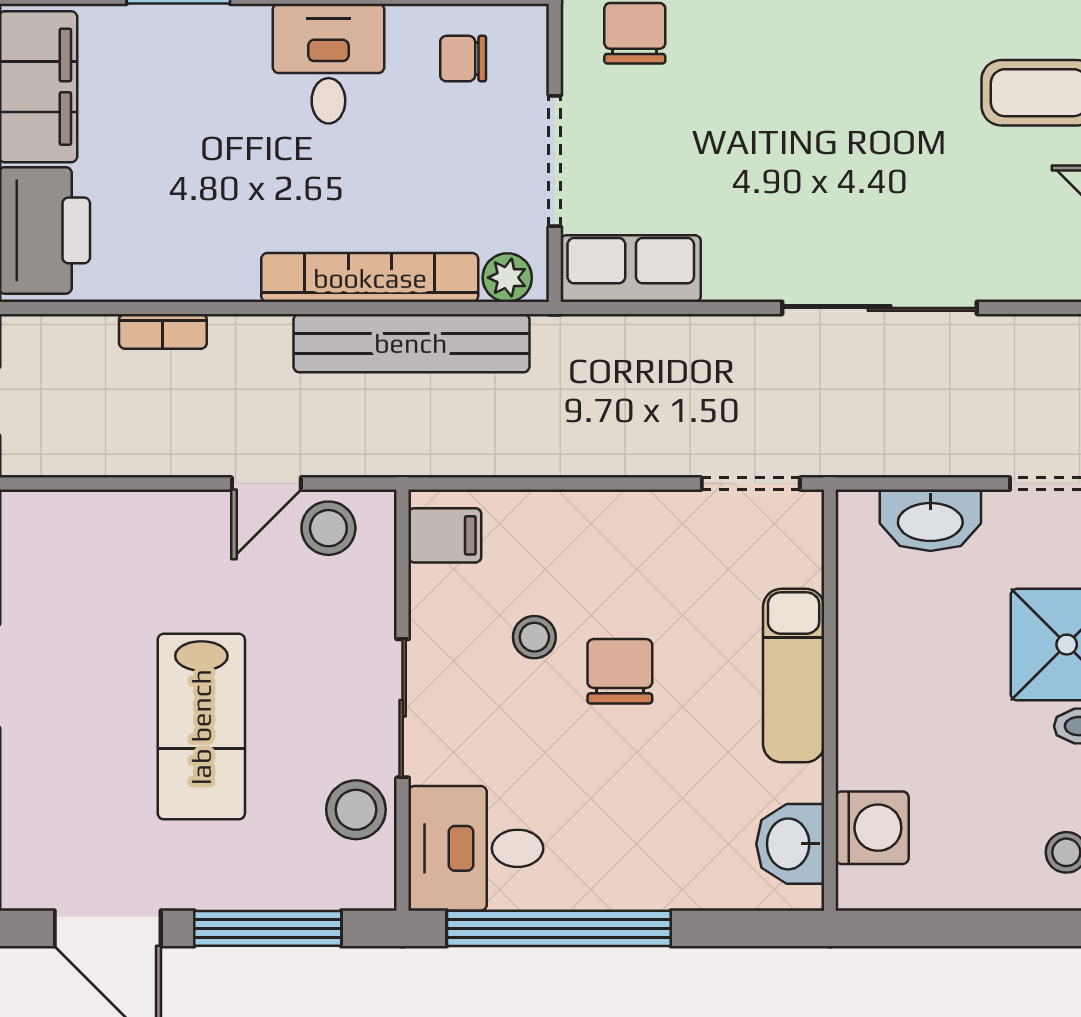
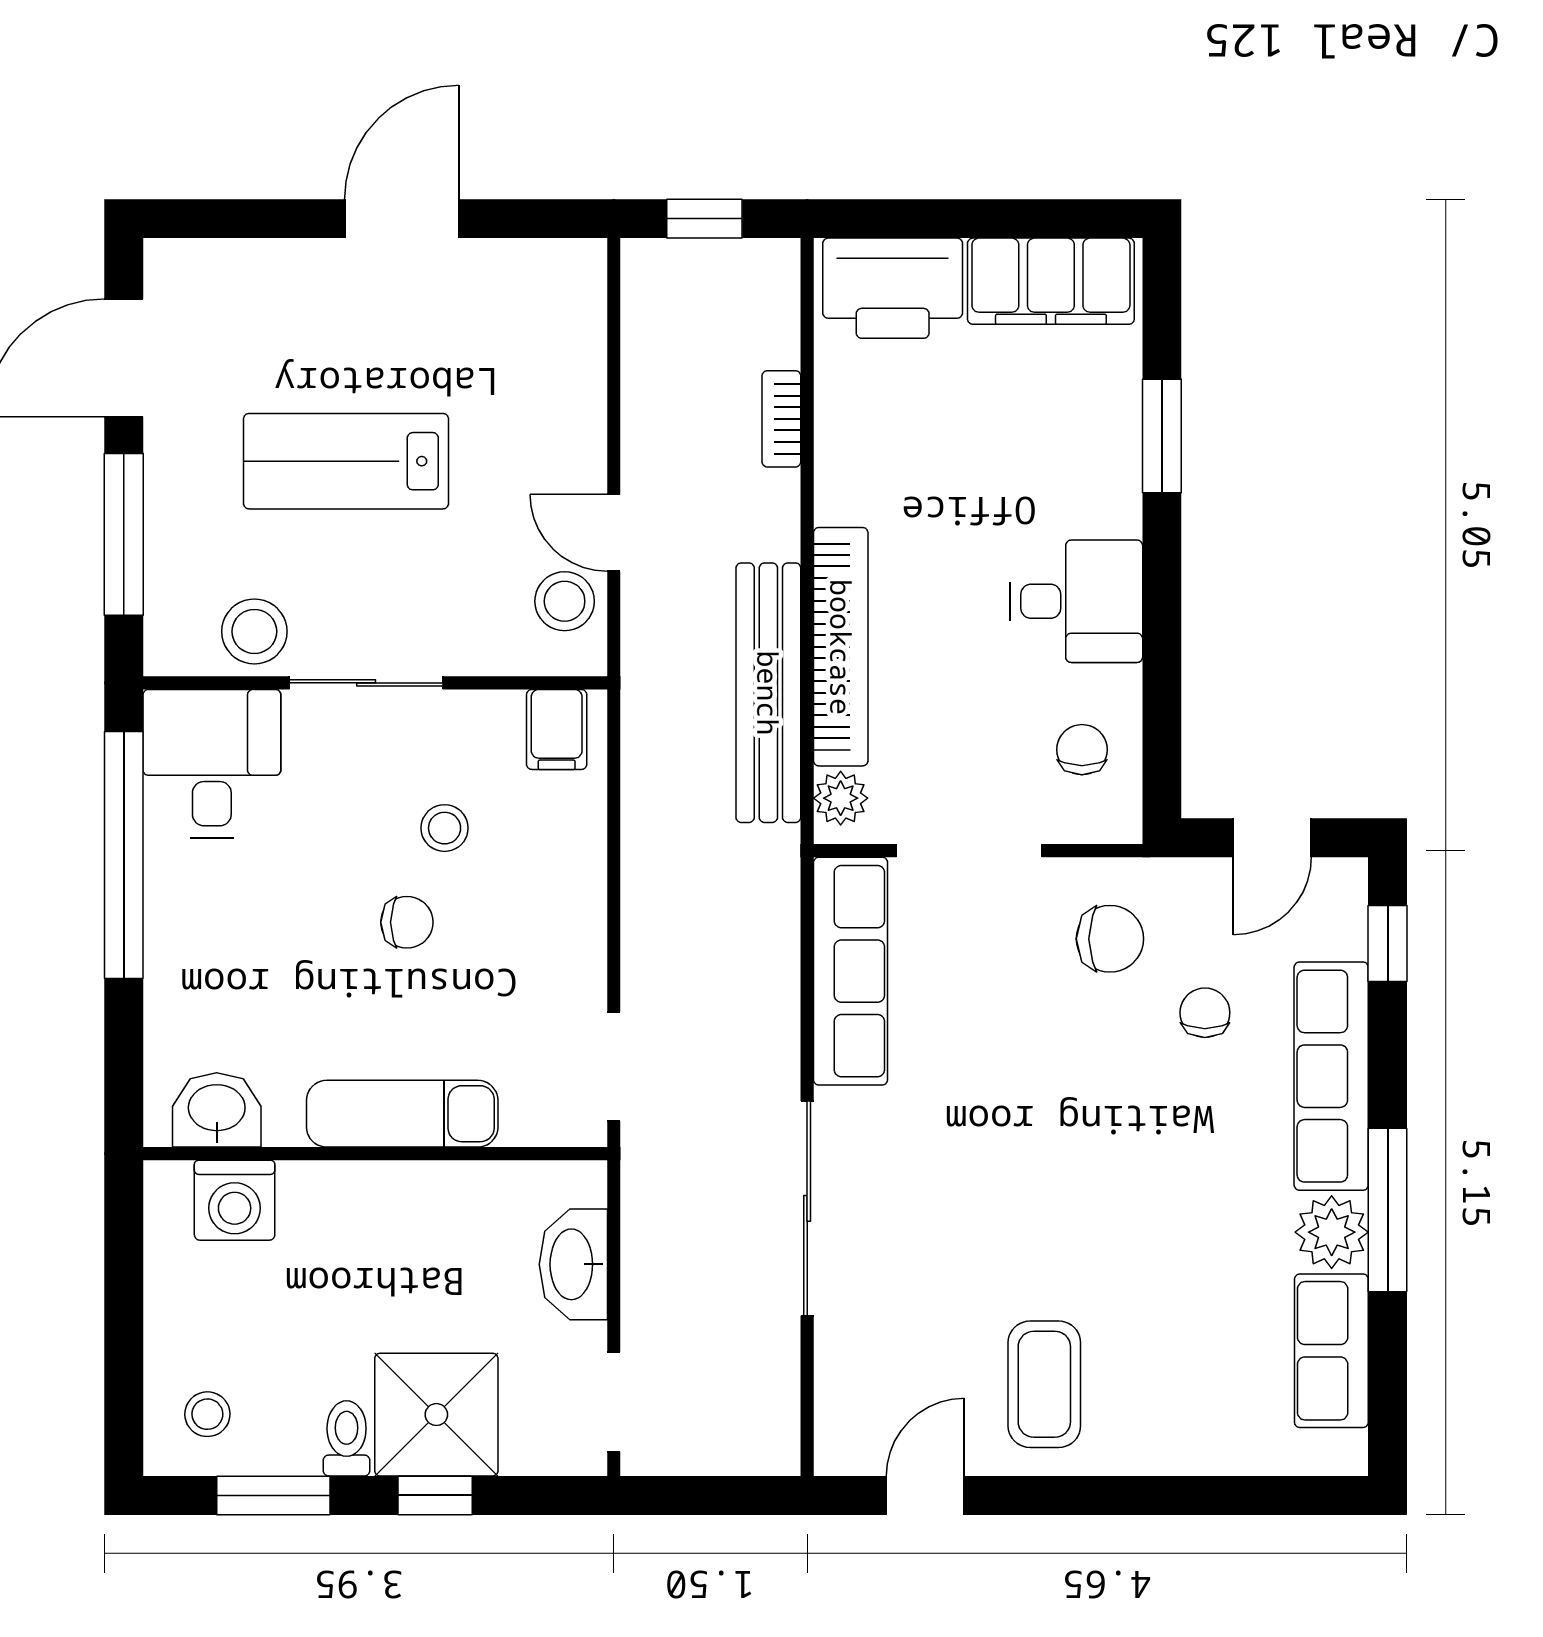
row of seats: (631, 269) -> (851, 971), width x1.48
chair: (620, 671) -> (407, 922), width x0.73, depth x0.73

